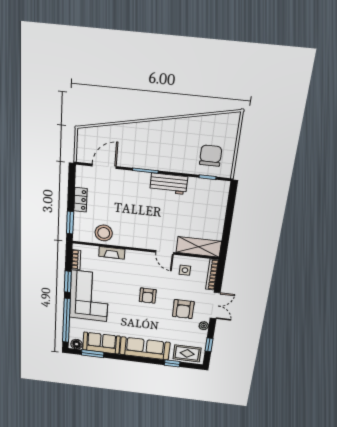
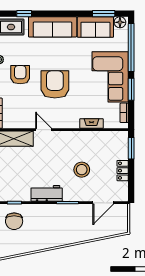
stool: (104, 233) -> (82, 170), moved
side table: (185, 270) -> (23, 115), removed
armchair: (148, 296) -> (55, 84), width x1.88, depth x1.88

